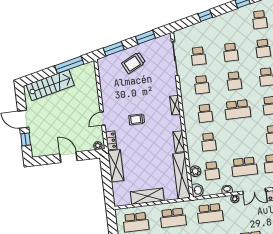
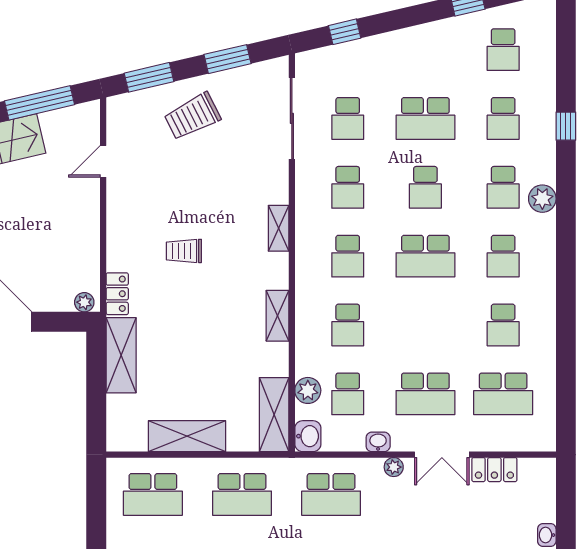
window: (205, 16) -> (345, 32), moved
school desk: (231, 52) -> (425, 118), width x1.85
door: (103, 119) -> (103, 161), moved
shelving: (182, 176) -> (274, 415), width x0.68

